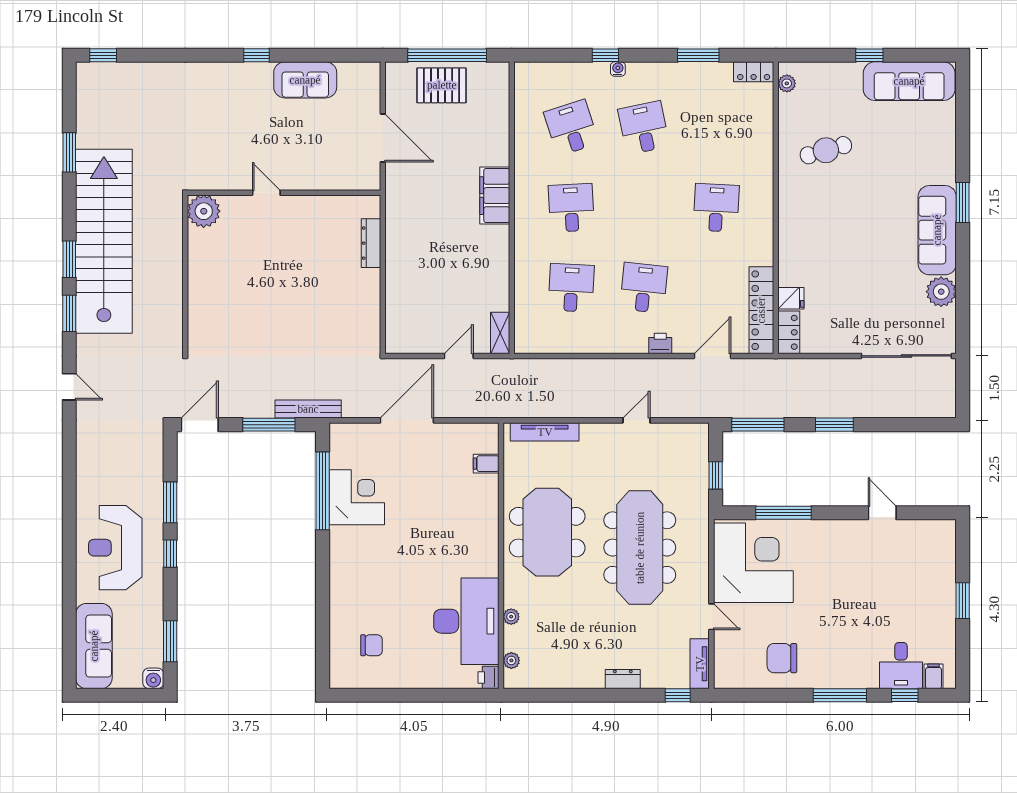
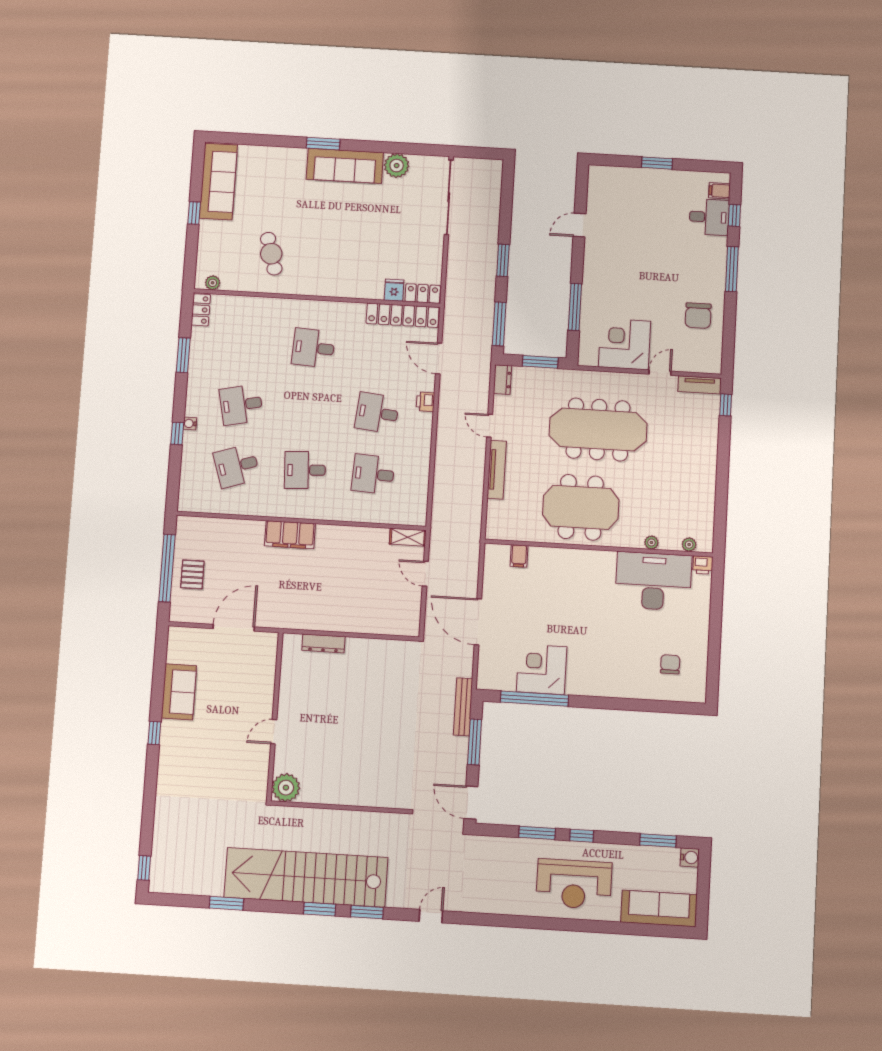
pallet: (442, 85) -> (192, 574), width x0.67, depth x0.71
tv unit: (545, 432) -> (497, 470), moved
window: (716, 475) -> (540, 362), width x1.50
corner desk: (753, 563) -> (625, 344), width x0.74, depth x0.74
dresser: (623, 679) -> (502, 380), moved, turned 180

